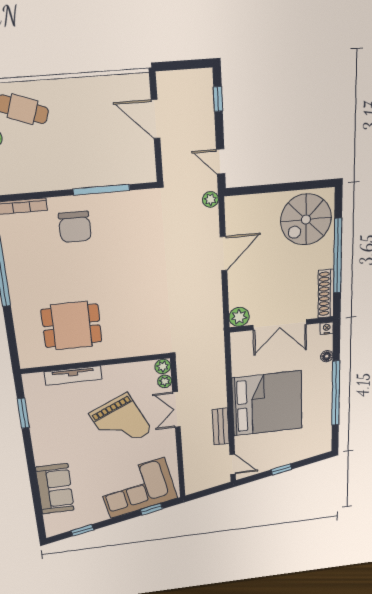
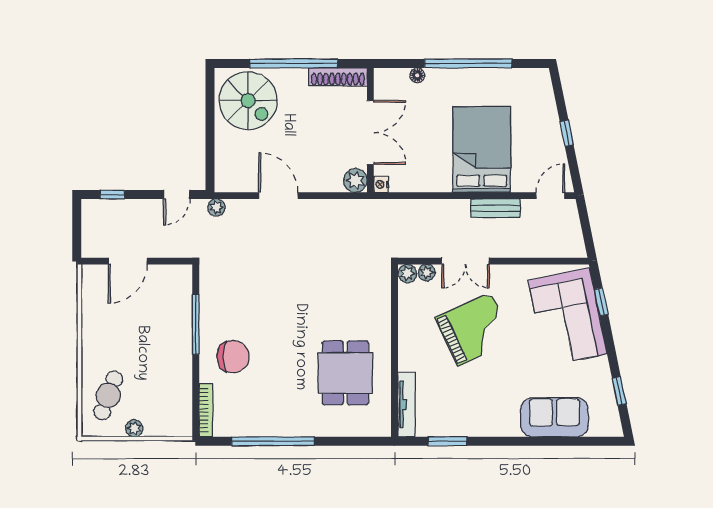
nightstand: (327, 328) -> (381, 184), moved
tv unit: (73, 376) -> (407, 405), moved
bed: (267, 403) -> (482, 150), width x0.73

